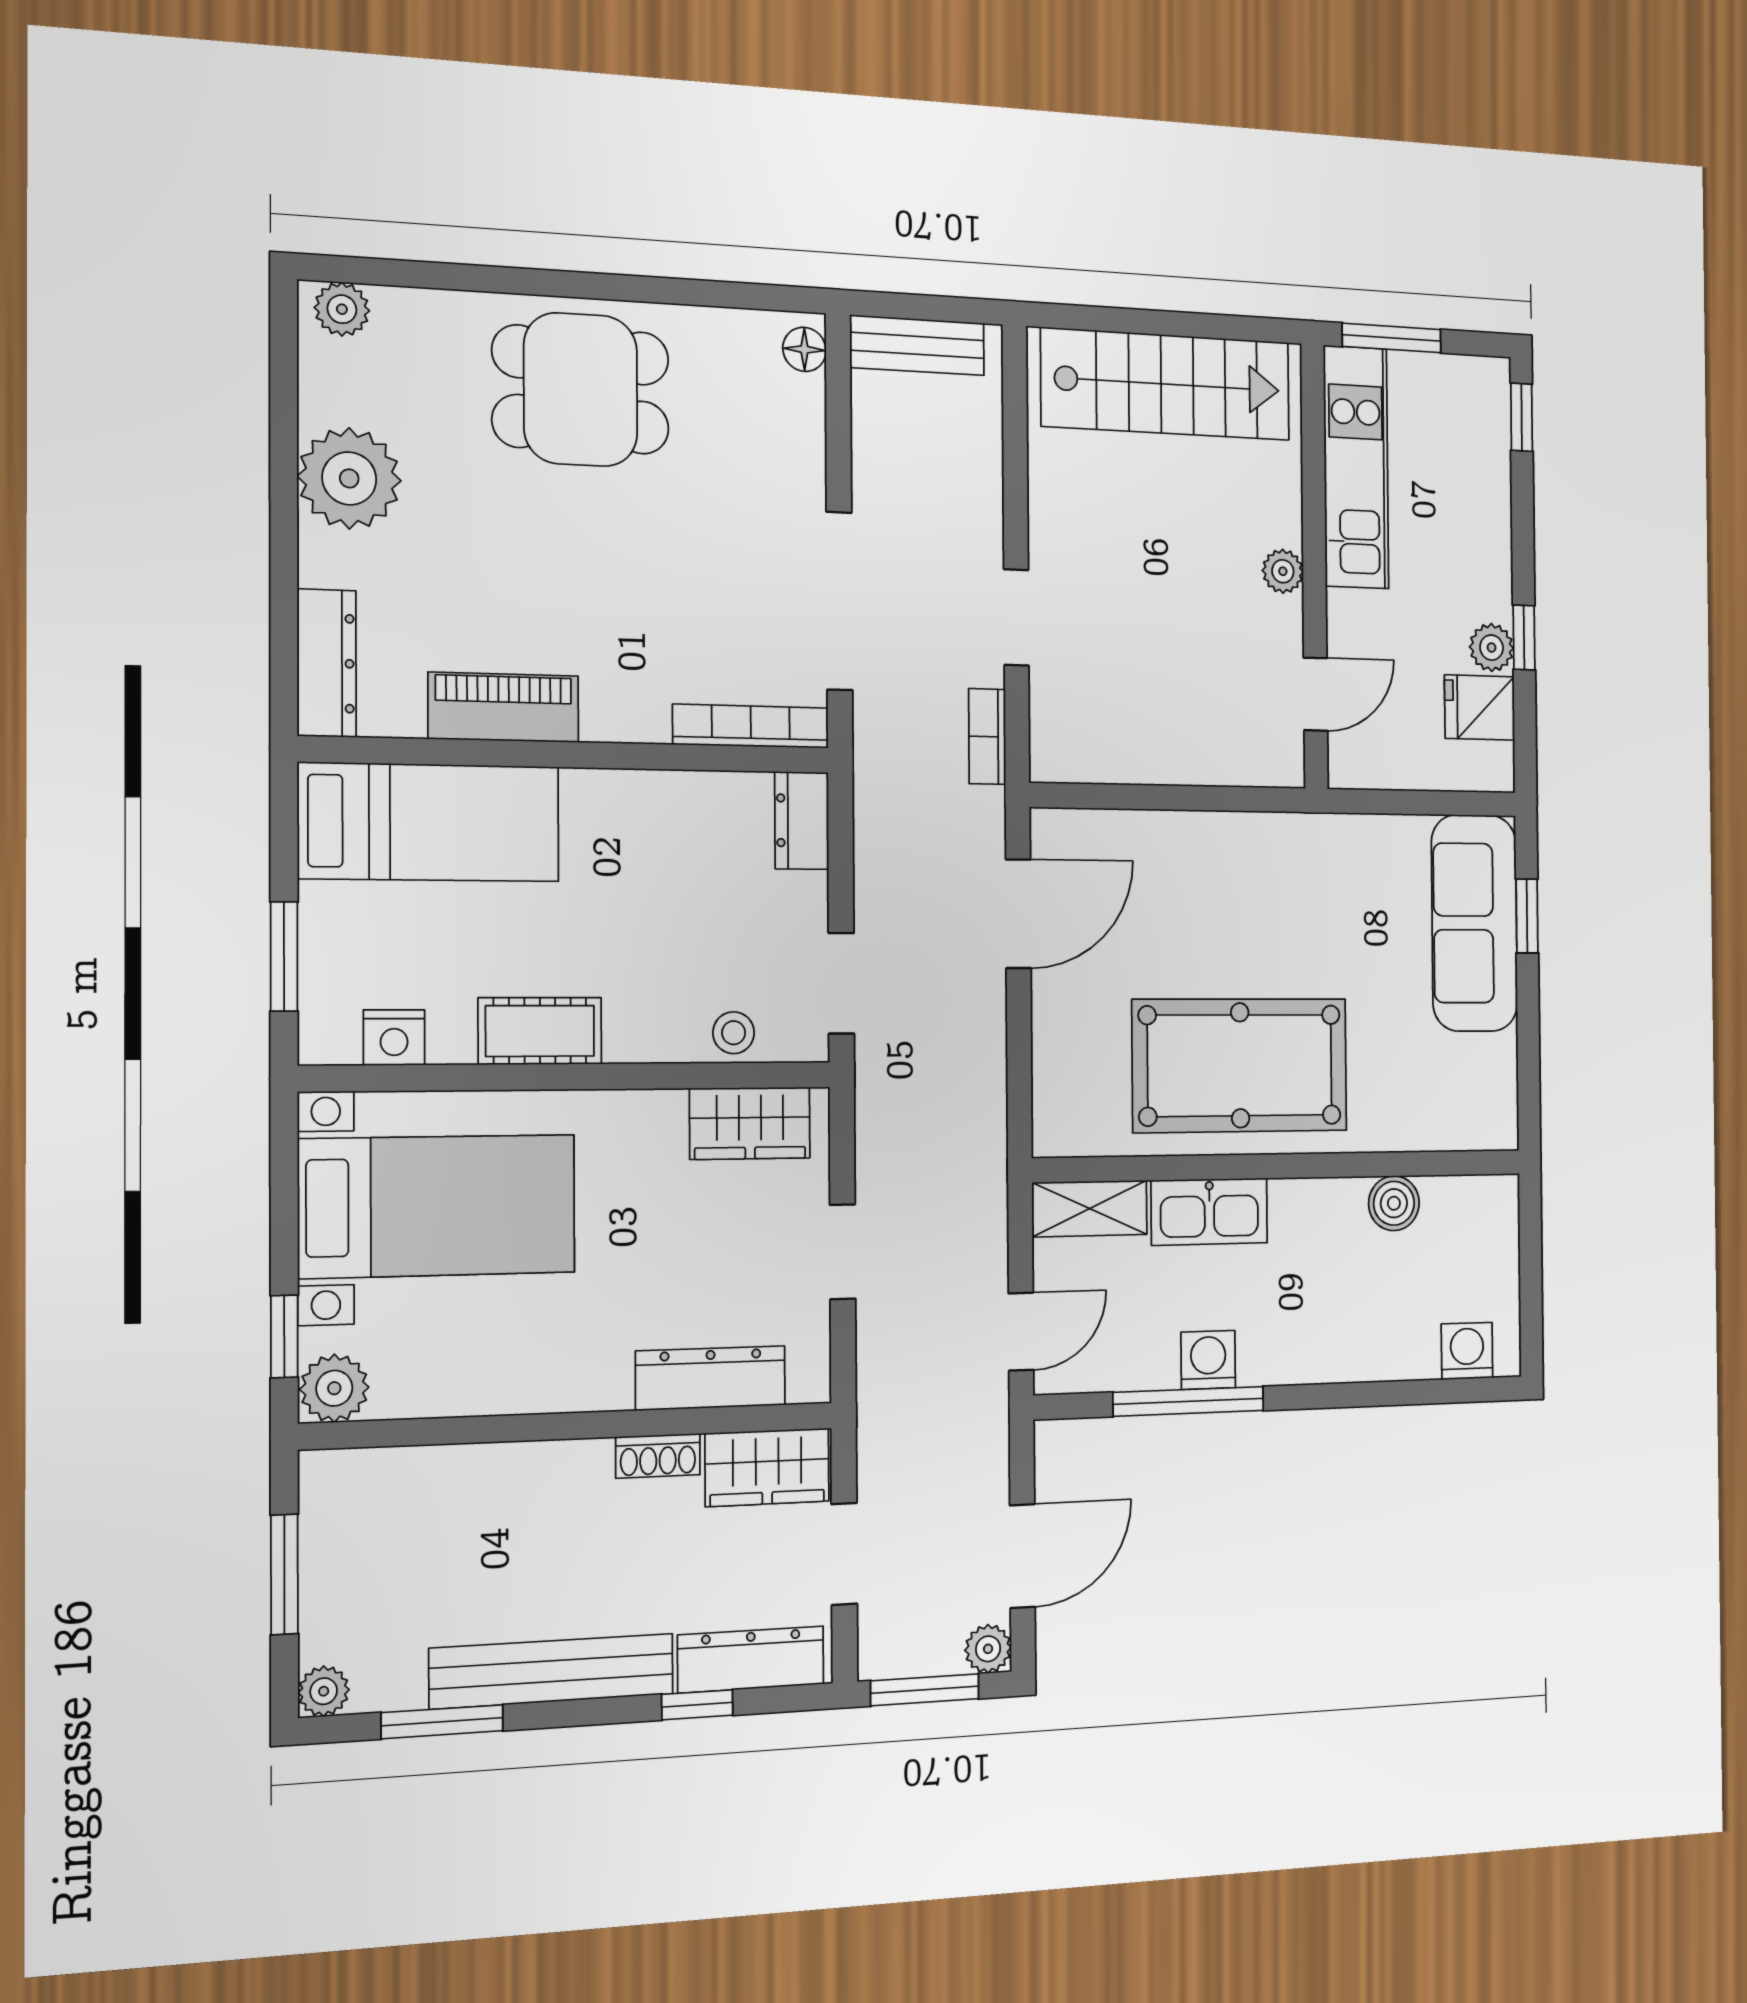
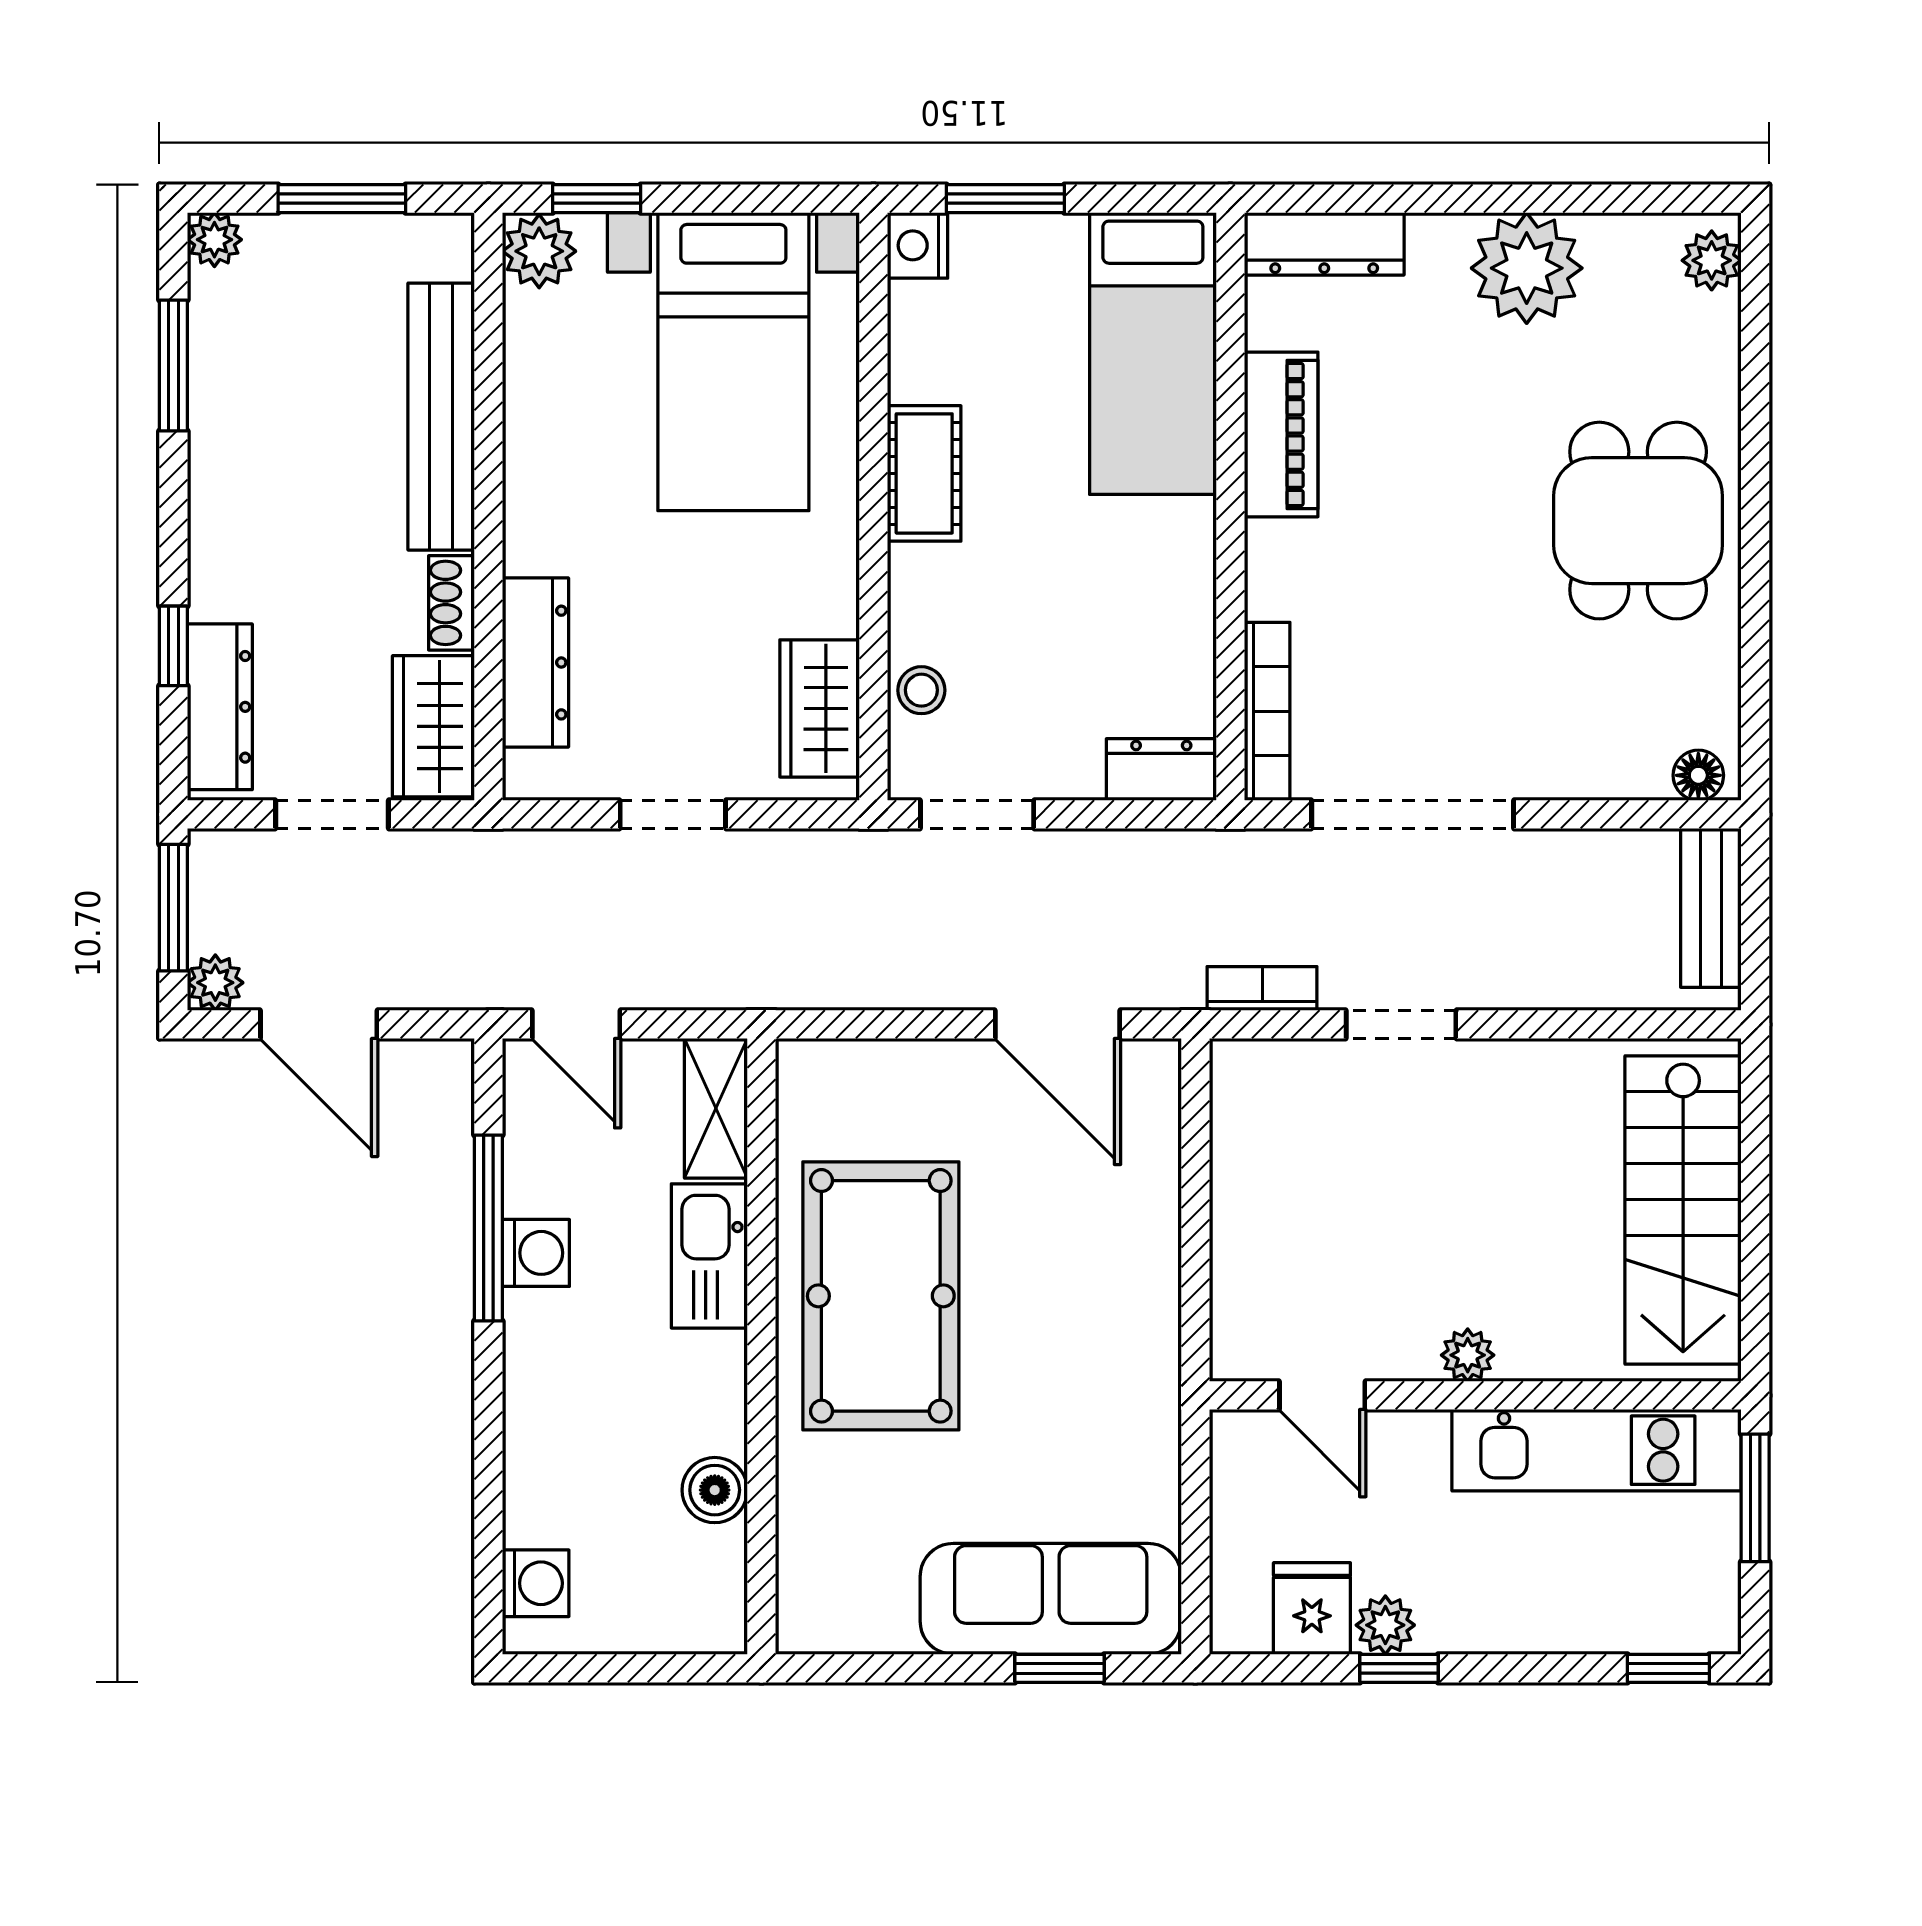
nightstand: (394, 1038) -> (918, 245), moved
bench: (552, 1671) -> (441, 417), moved

